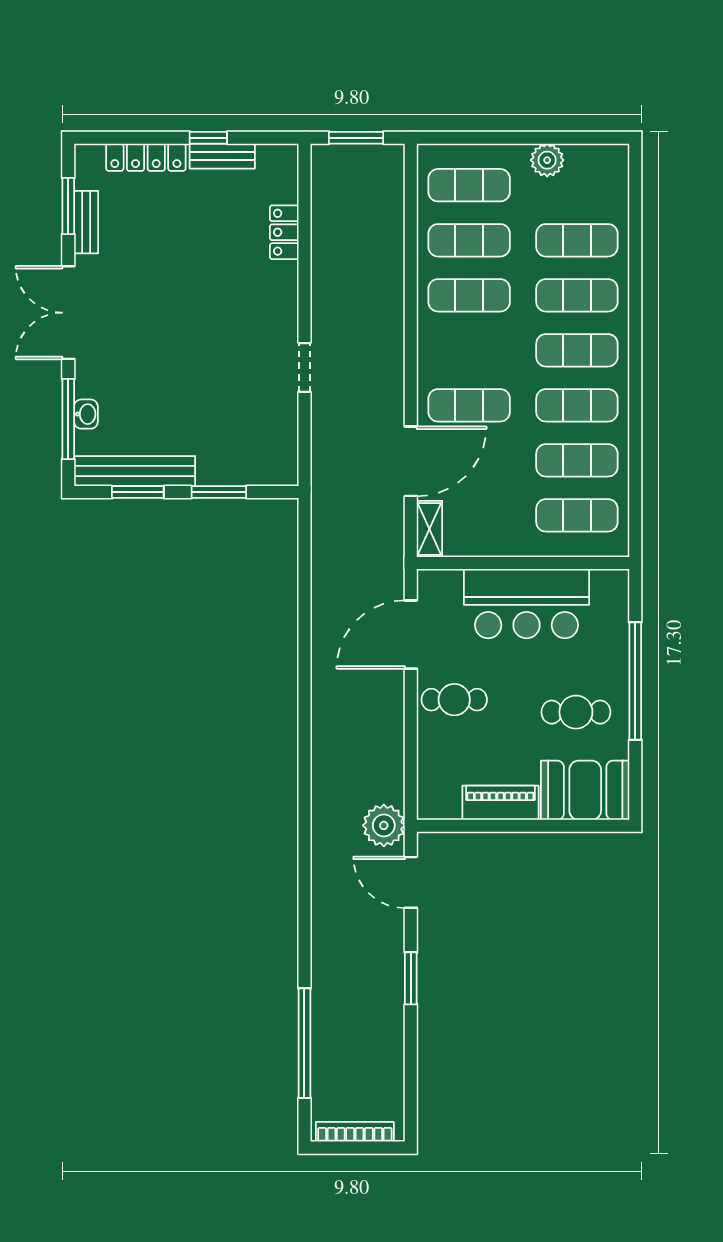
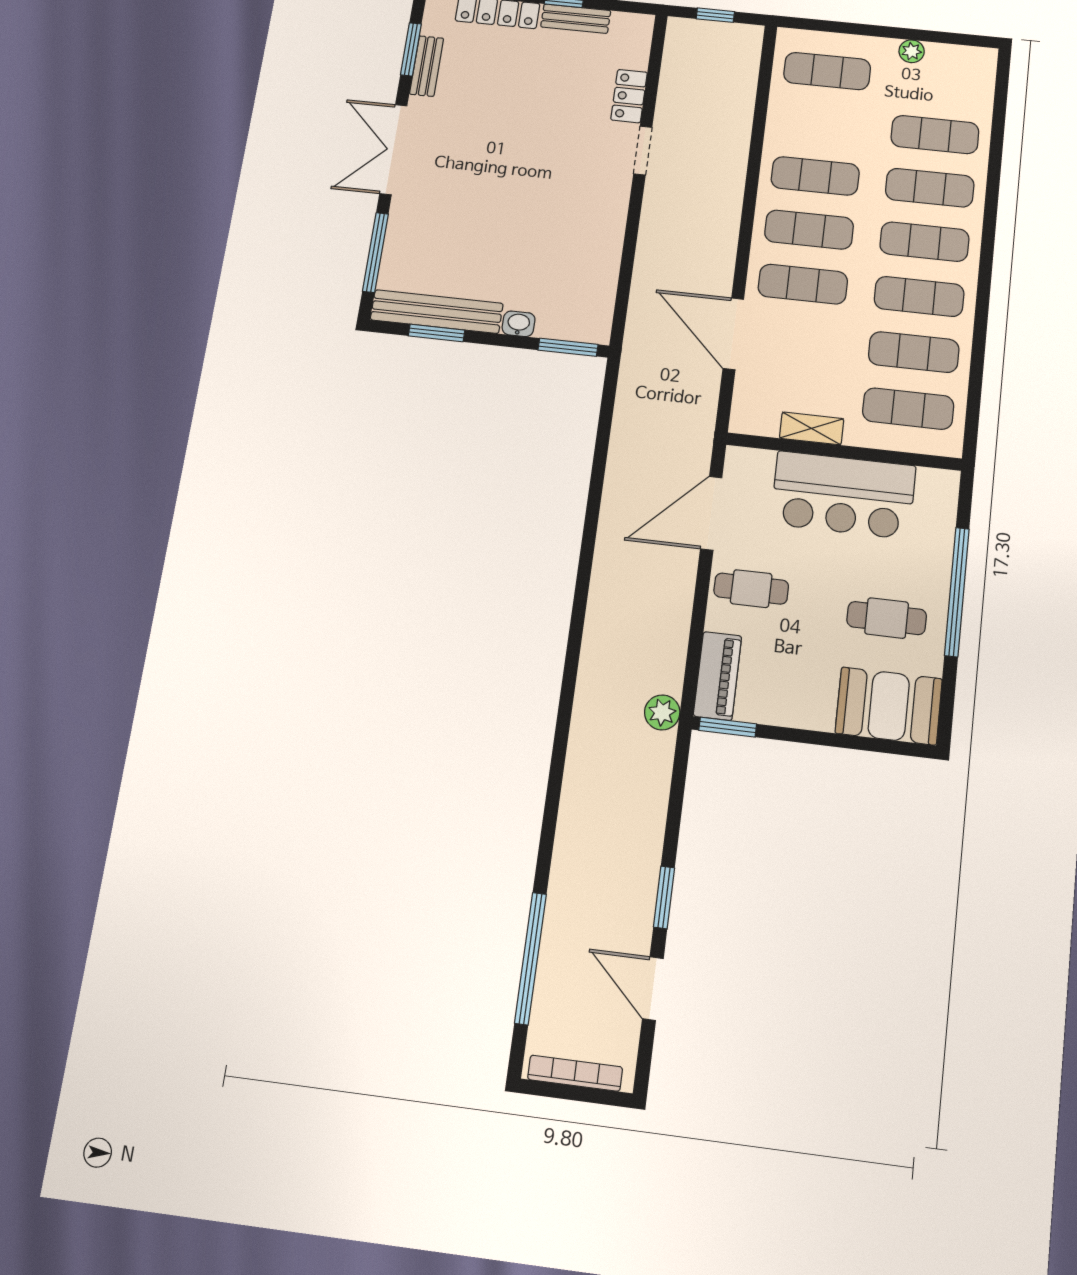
window: (356, 138) -> (715, 15), width x0.67
plant: (547, 160) -> (912, 51), width x0.73, depth x0.73
exercise mat: (469, 240) -> (809, 230), moved
doorway: (304, 367) -> (643, 151), moved
washbasin: (86, 414) -> (519, 324), moved, turned -90
door: (411, 461) -> (733, 334), swing flipped
window: (219, 492) -> (568, 347), moved
shelving: (429, 529) -> (812, 428), moved, turned 90
piano: (500, 803) -> (718, 676), moved, turned 90
plant: (384, 825) -> (662, 712), width x0.73, depth x0.73
window: (448, 826) -> (728, 727), added
door: (411, 882) -> (653, 989), moved

